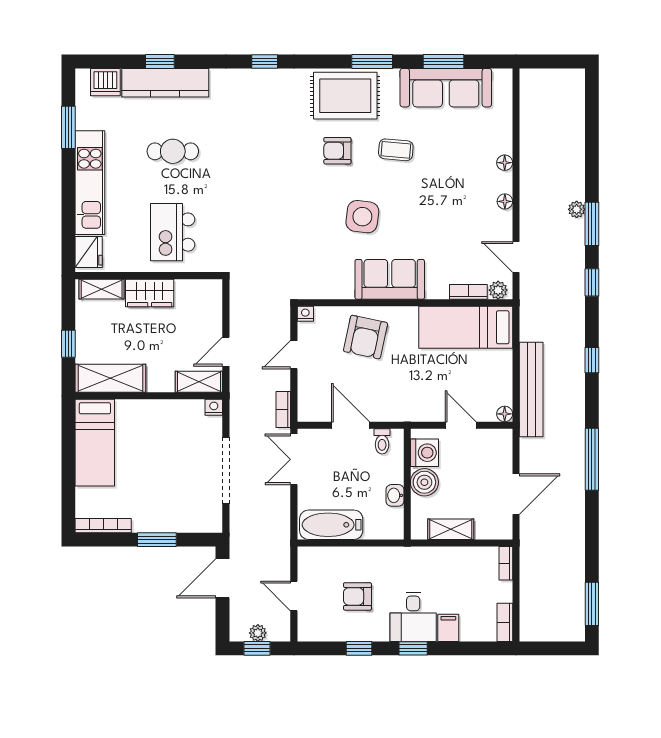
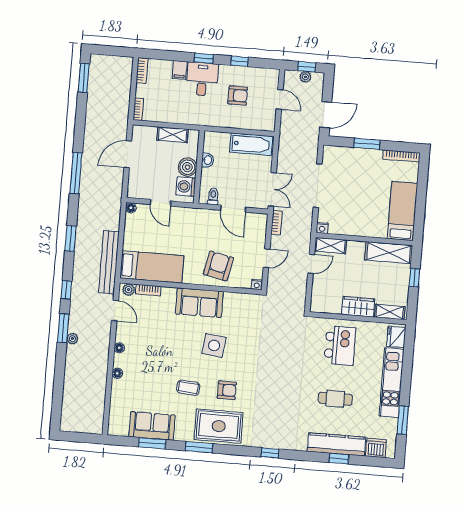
sofa: (446, 88) -> (152, 426), width x0.73
window: (592, 360) -> (71, 239), width x1.50
bench: (531, 390) -> (109, 262), moved

